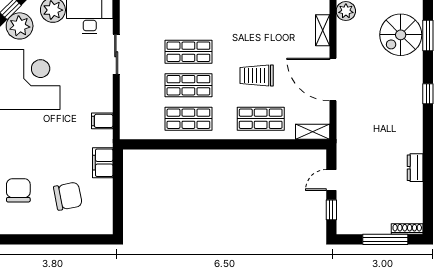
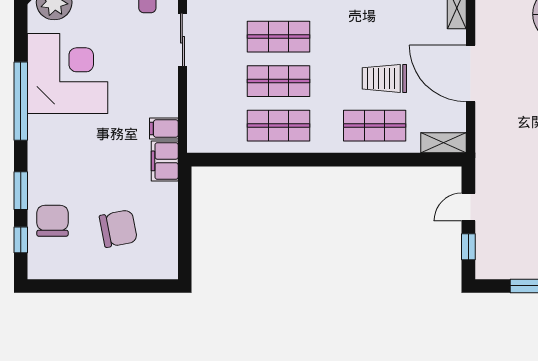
trolley: (257, 76) -> (384, 78), moved
filing cabinet: (103, 163) -> (165, 161), moved

